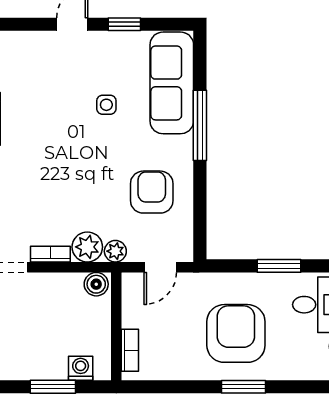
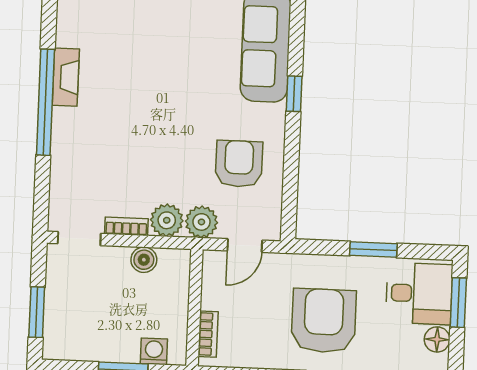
side table: (106, 105) -> (194, 67), removed
window: (200, 125) -> (294, 94), width x0.46
plant: (115, 251) -> (201, 222), width x1.38, depth x1.38
boiler: (96, 284) -> (144, 260), moved

